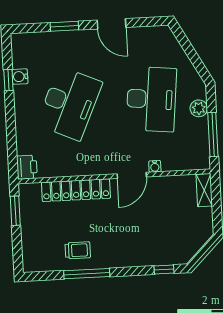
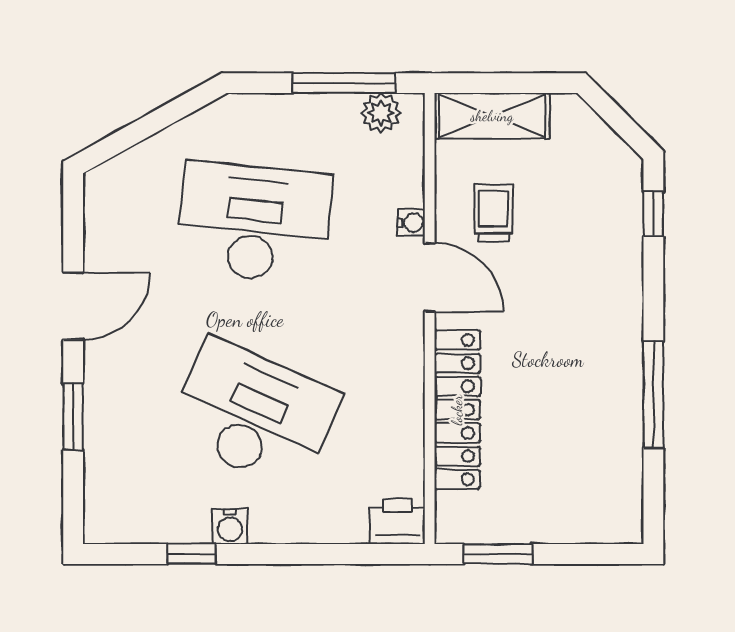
water cooler: (20, 77) -> (230, 527), moved
plant: (199, 108) -> (381, 113), moved
shelving: (204, 190) -> (492, 116), width x1.50, depth x1.33
trolley: (78, 250) -> (493, 213), moved

